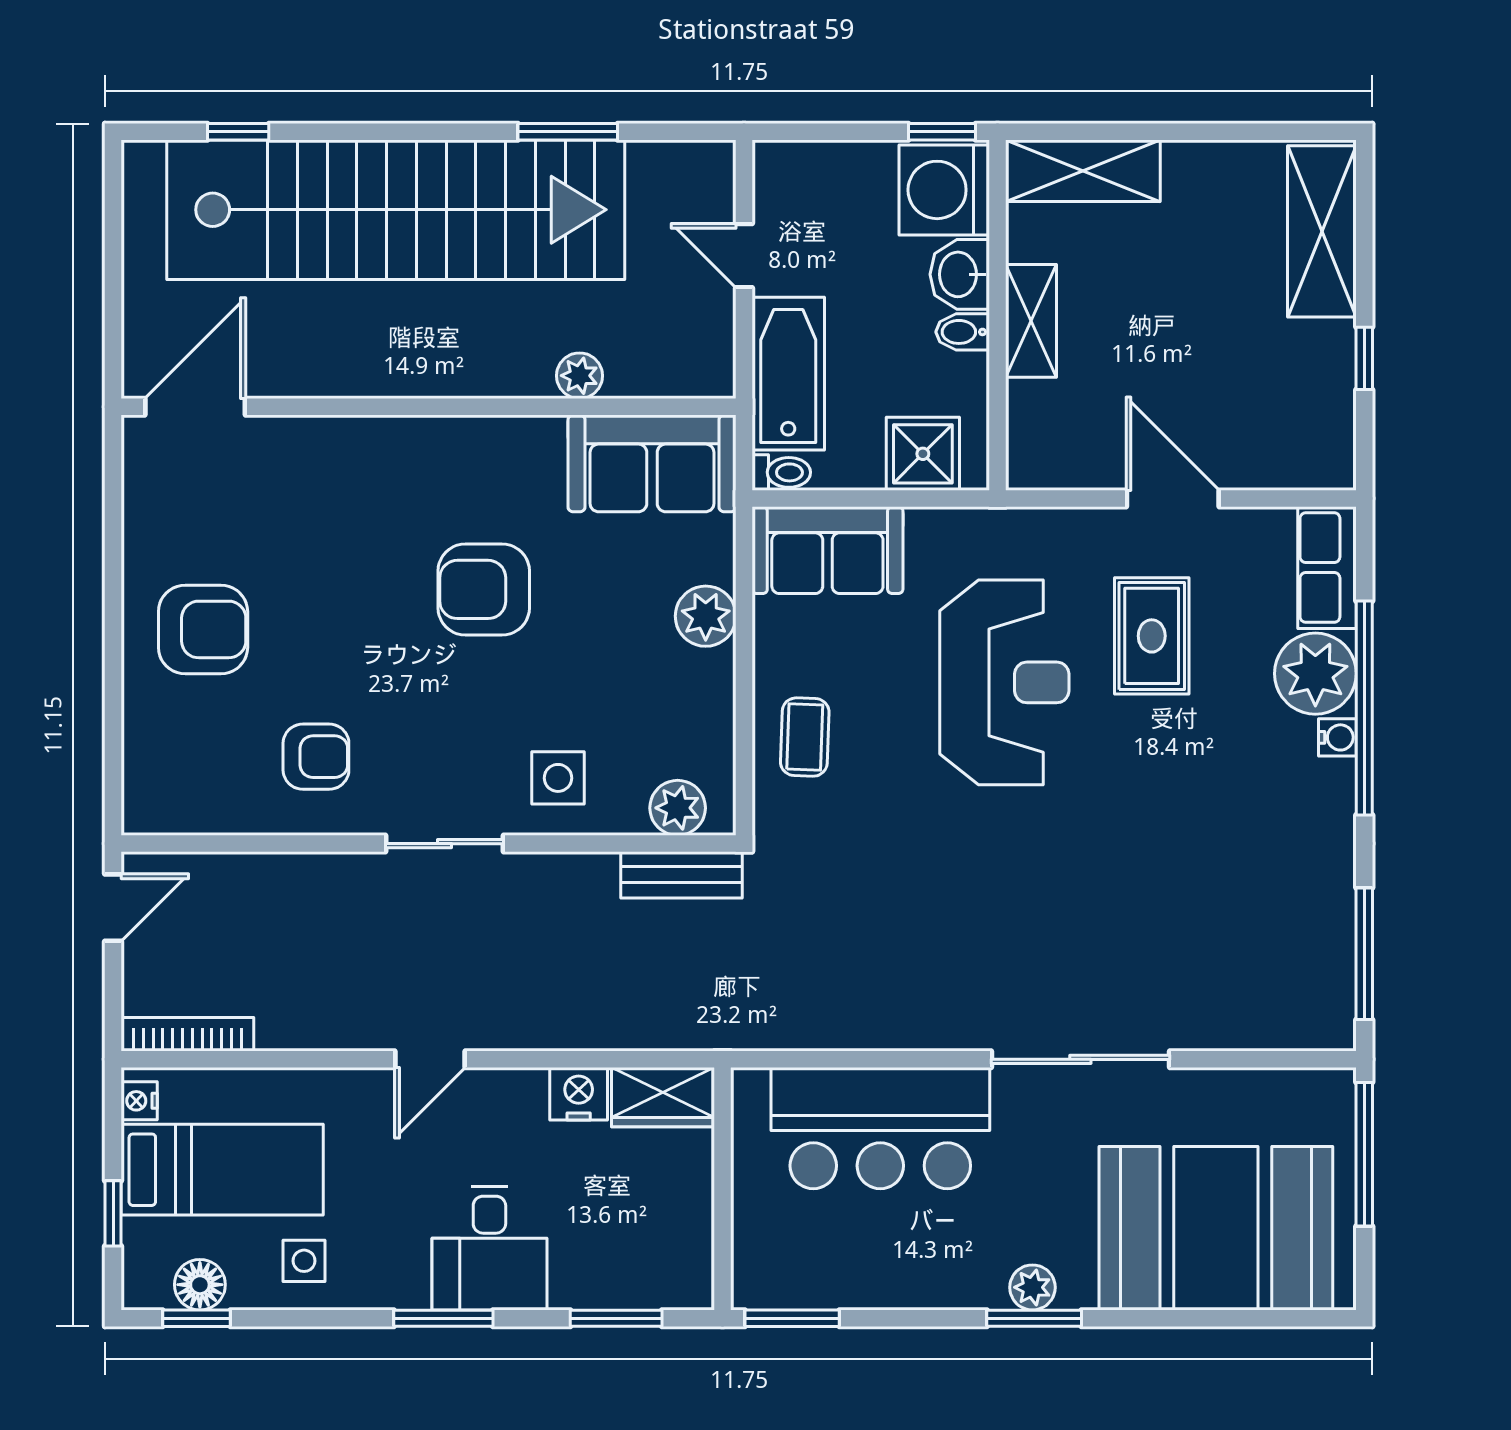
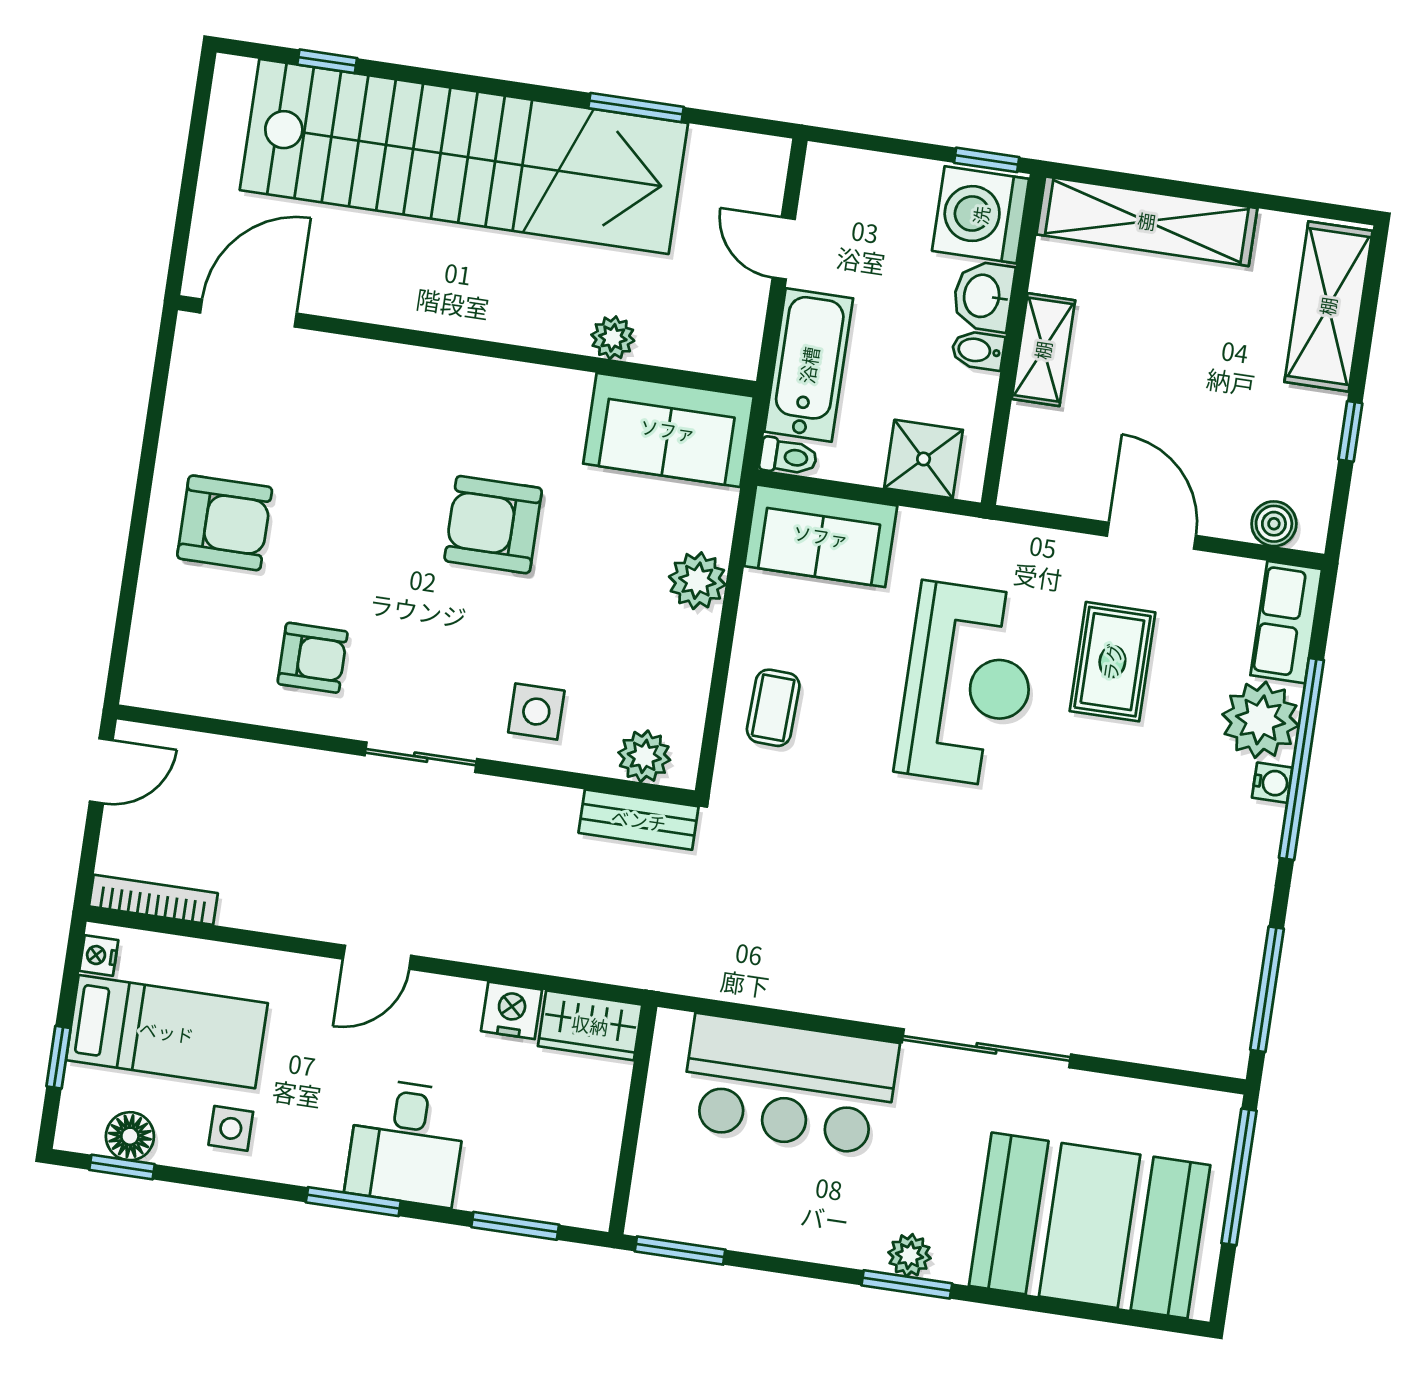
shelving: (1083, 171) -> (1147, 221), width x1.47
boiler: (1299, 467) -> (1274, 524), added

